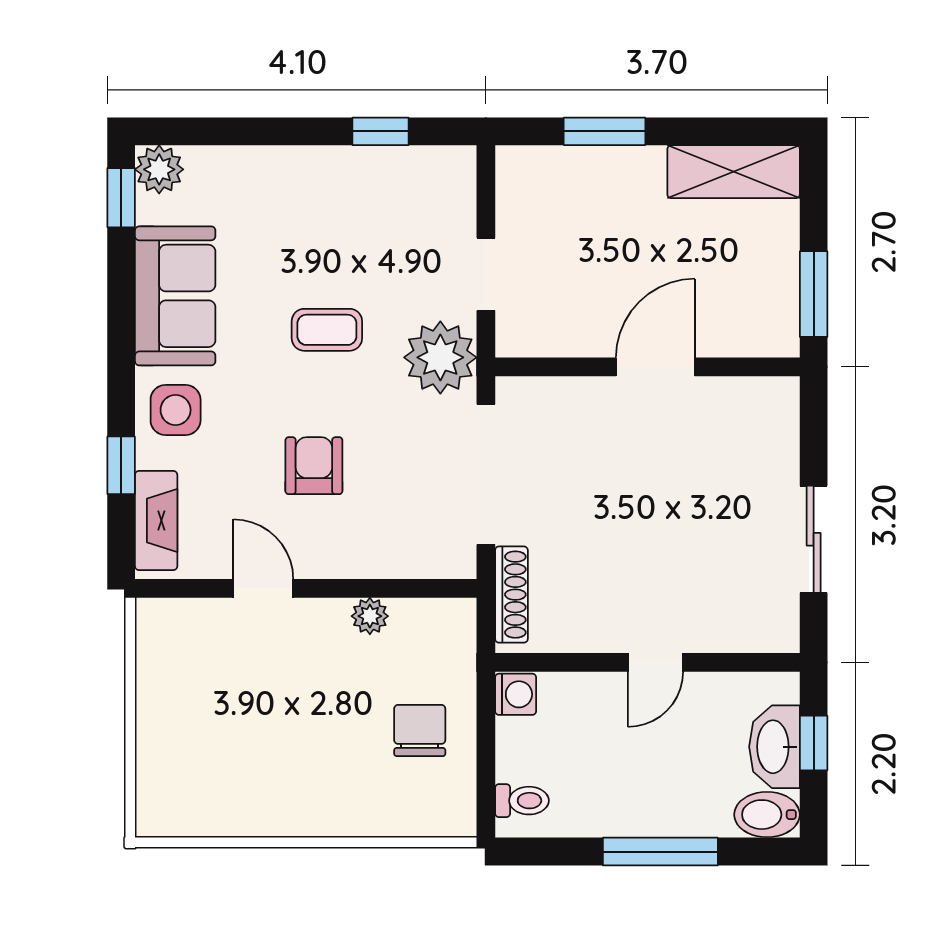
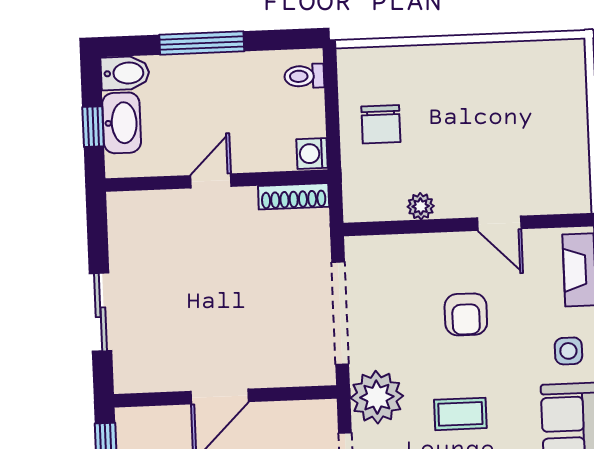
side table: (176, 410) -> (568, 351), width x0.73, depth x0.73
sliding door: (814, 539) -> (101, 312), moved
shoe rack: (511, 595) -> (294, 196), moved, turned -90

